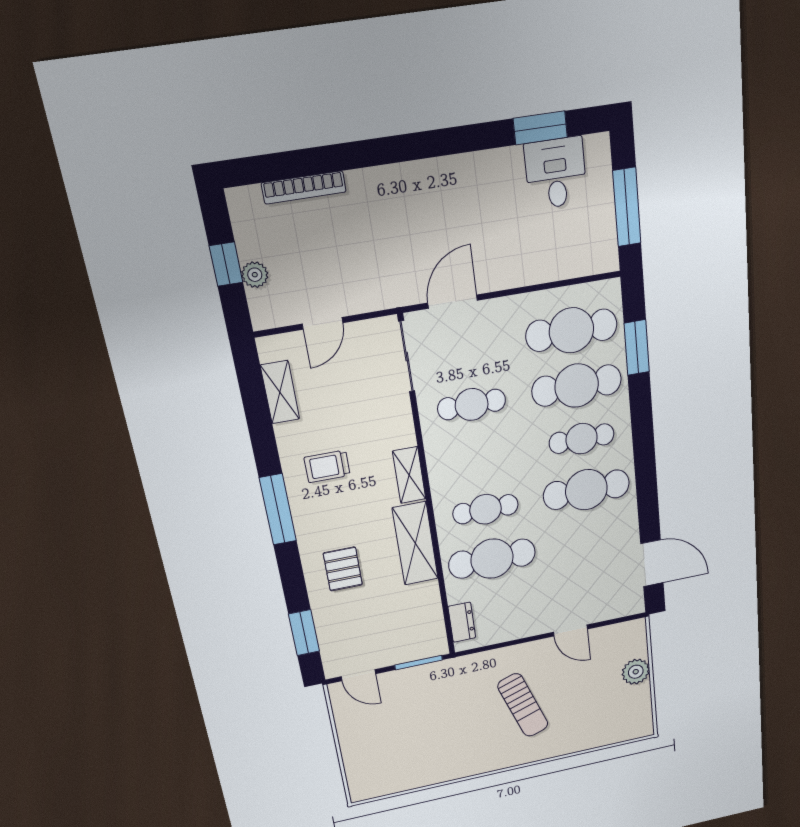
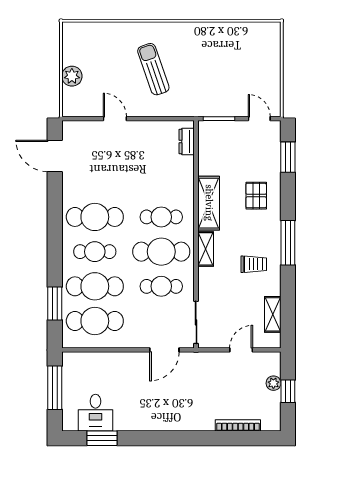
cafe table: (492, 559) -> (161, 252), moved

